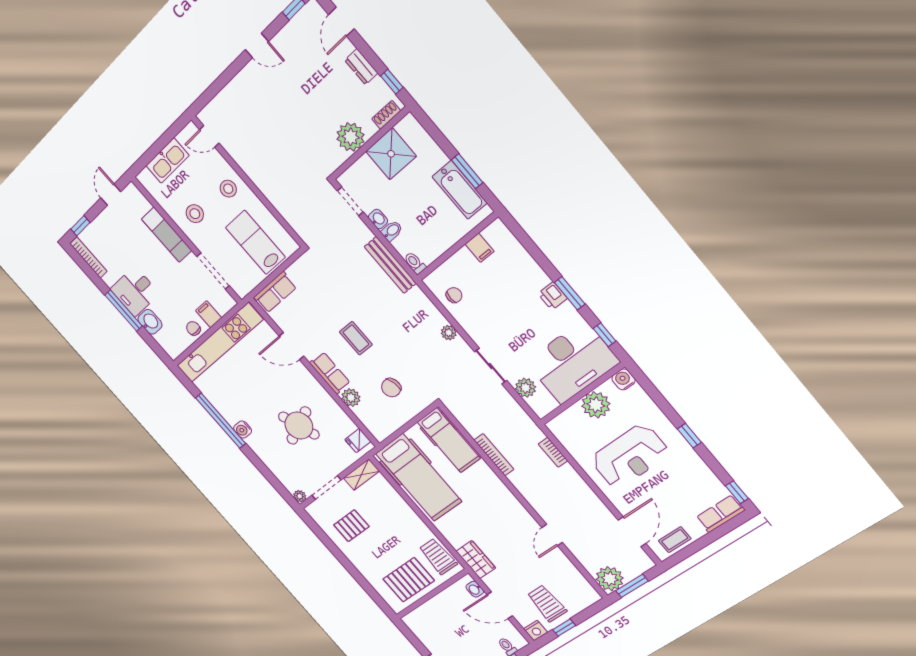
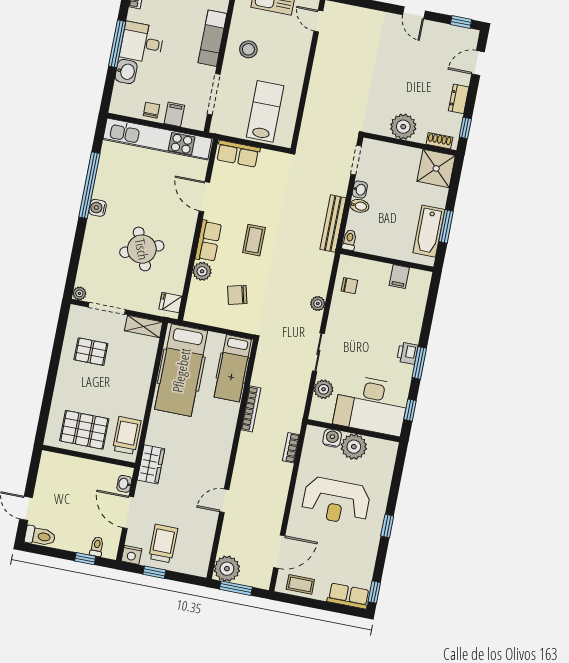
shower: (391, 154) -> (436, 168), moved
stool: (228, 189) -> (290, 62), removed
water cooler: (623, 379) -> (332, 438), moved

